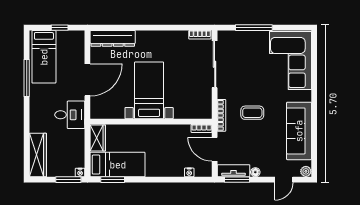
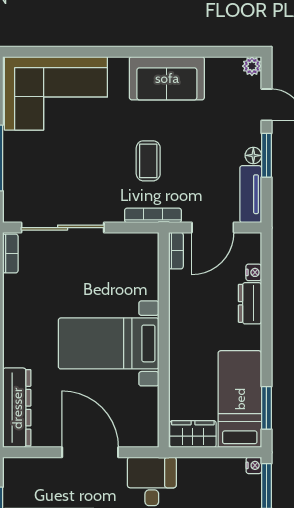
sofa: (299, 131) -> (167, 78), width x0.73
dresser: (172, 170) -> (250, 303), added
window: (237, 180) -> (266, 155), moved

